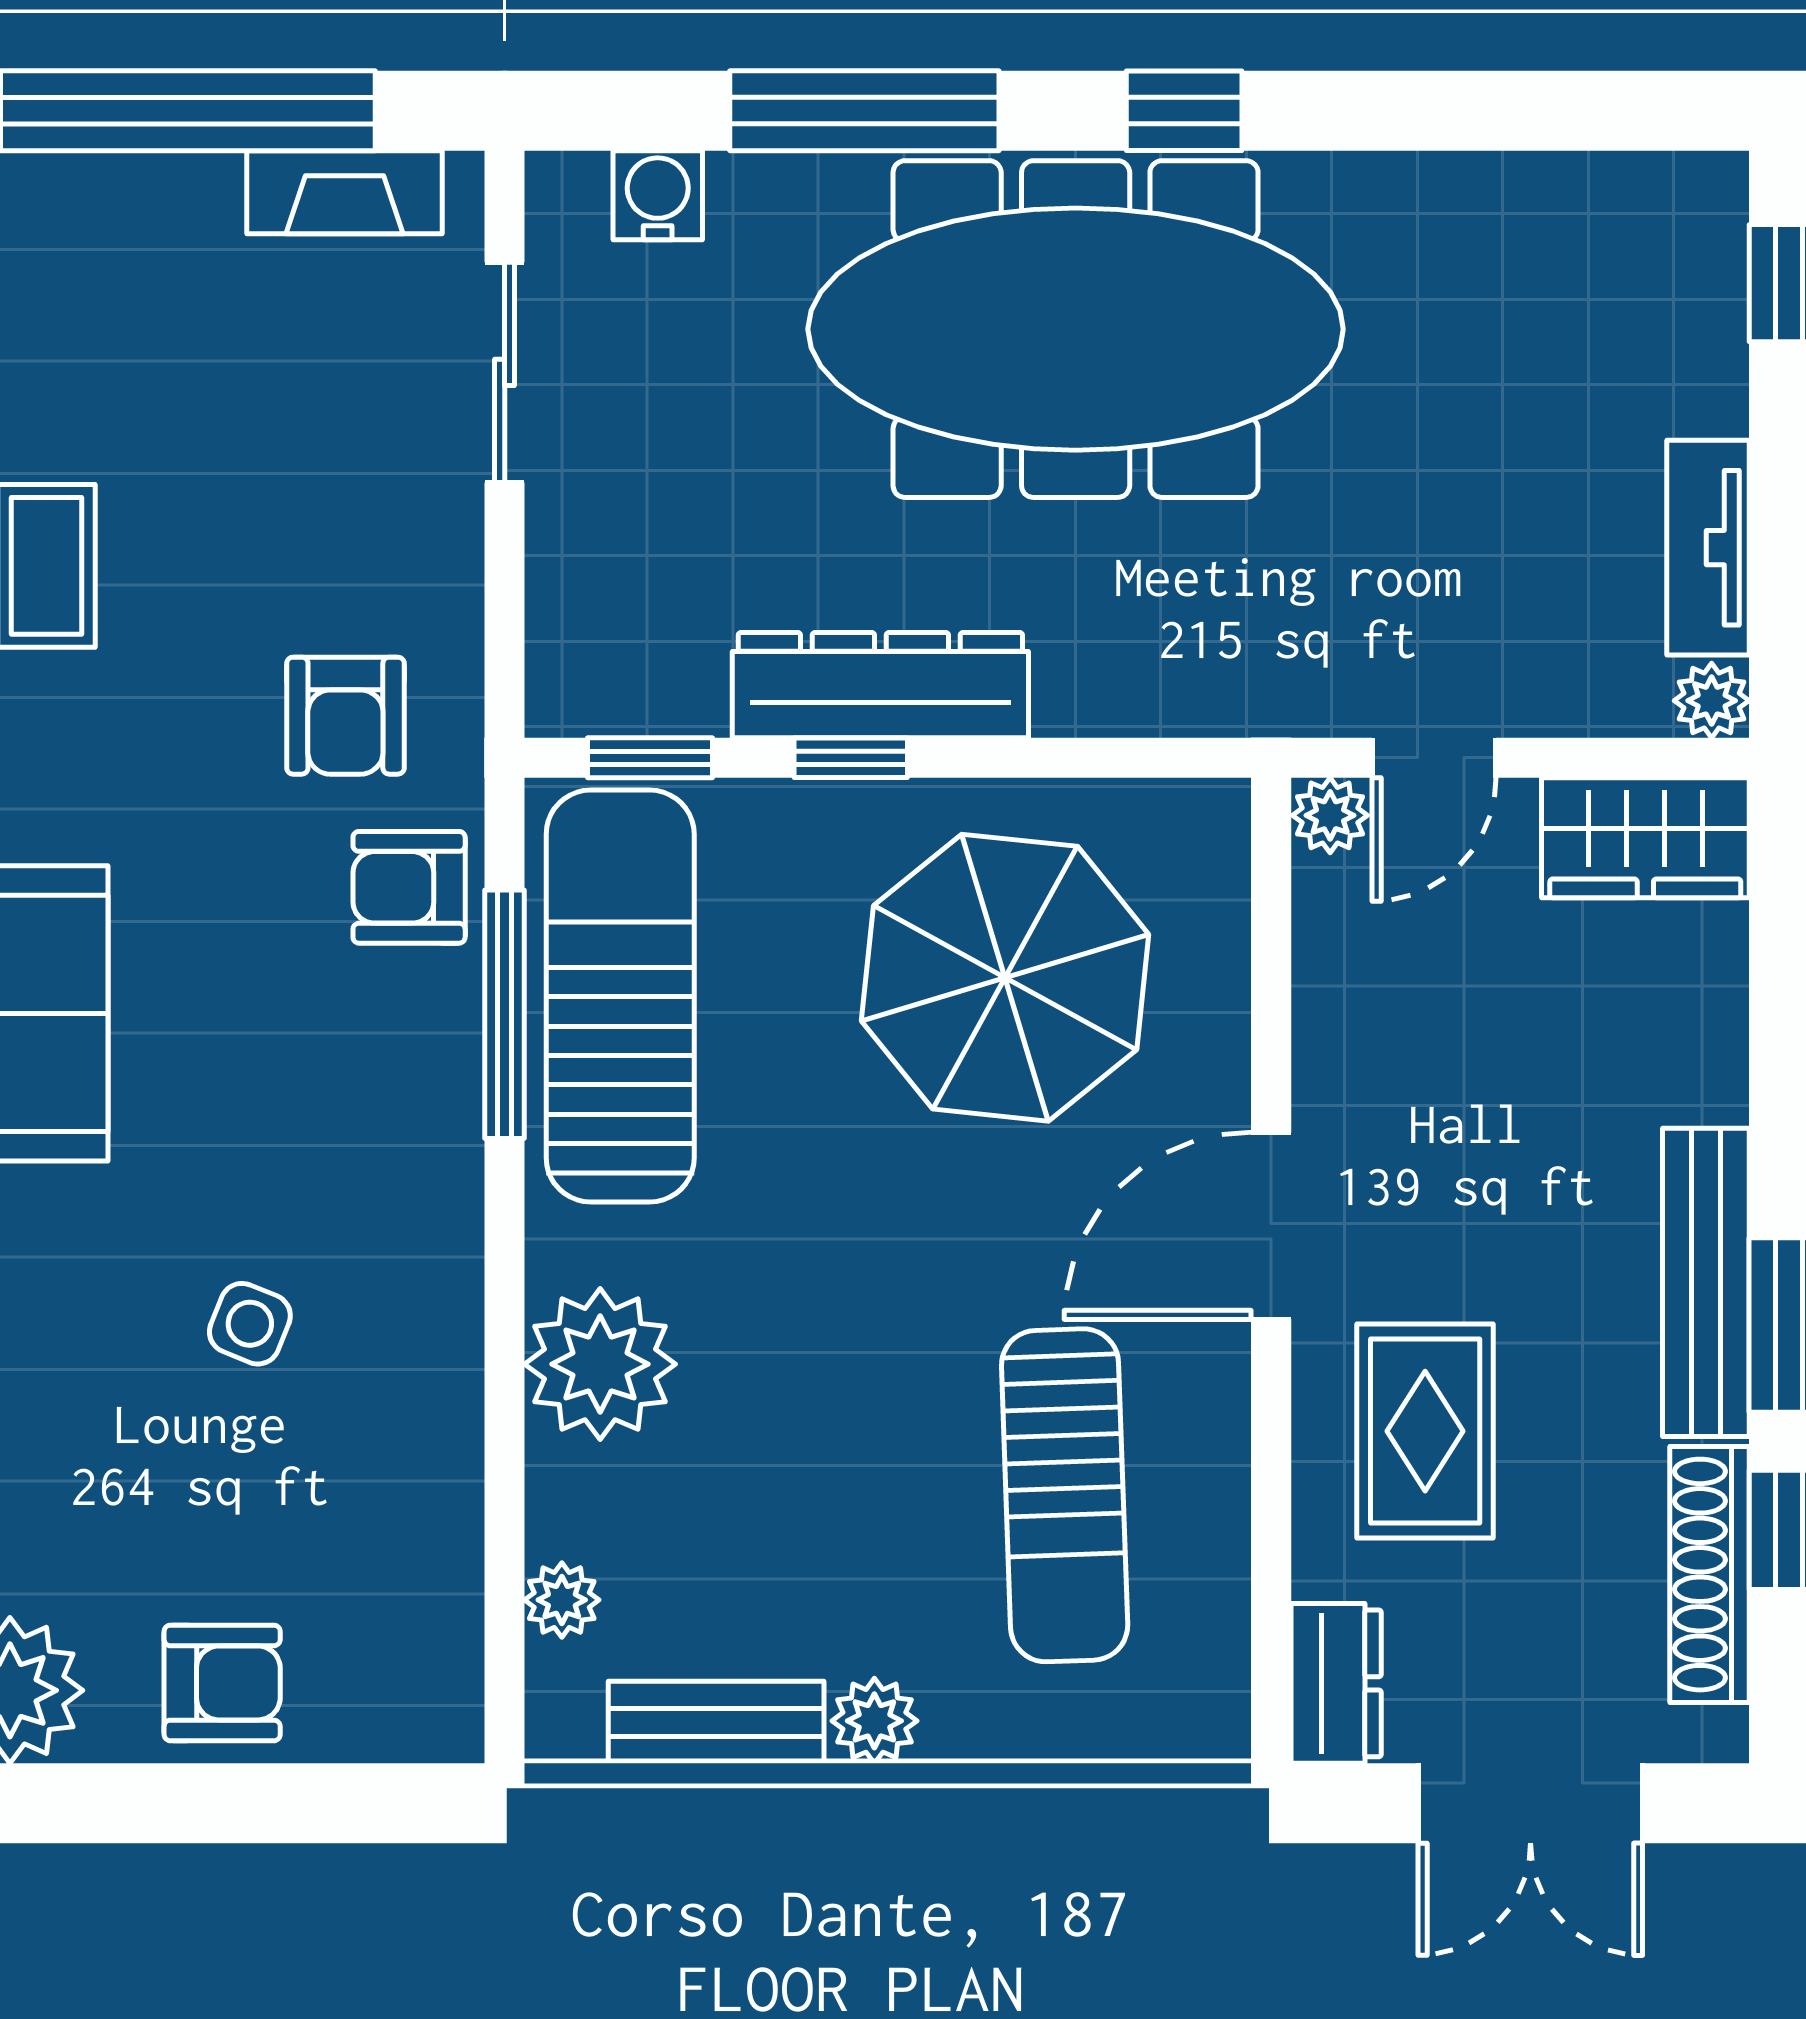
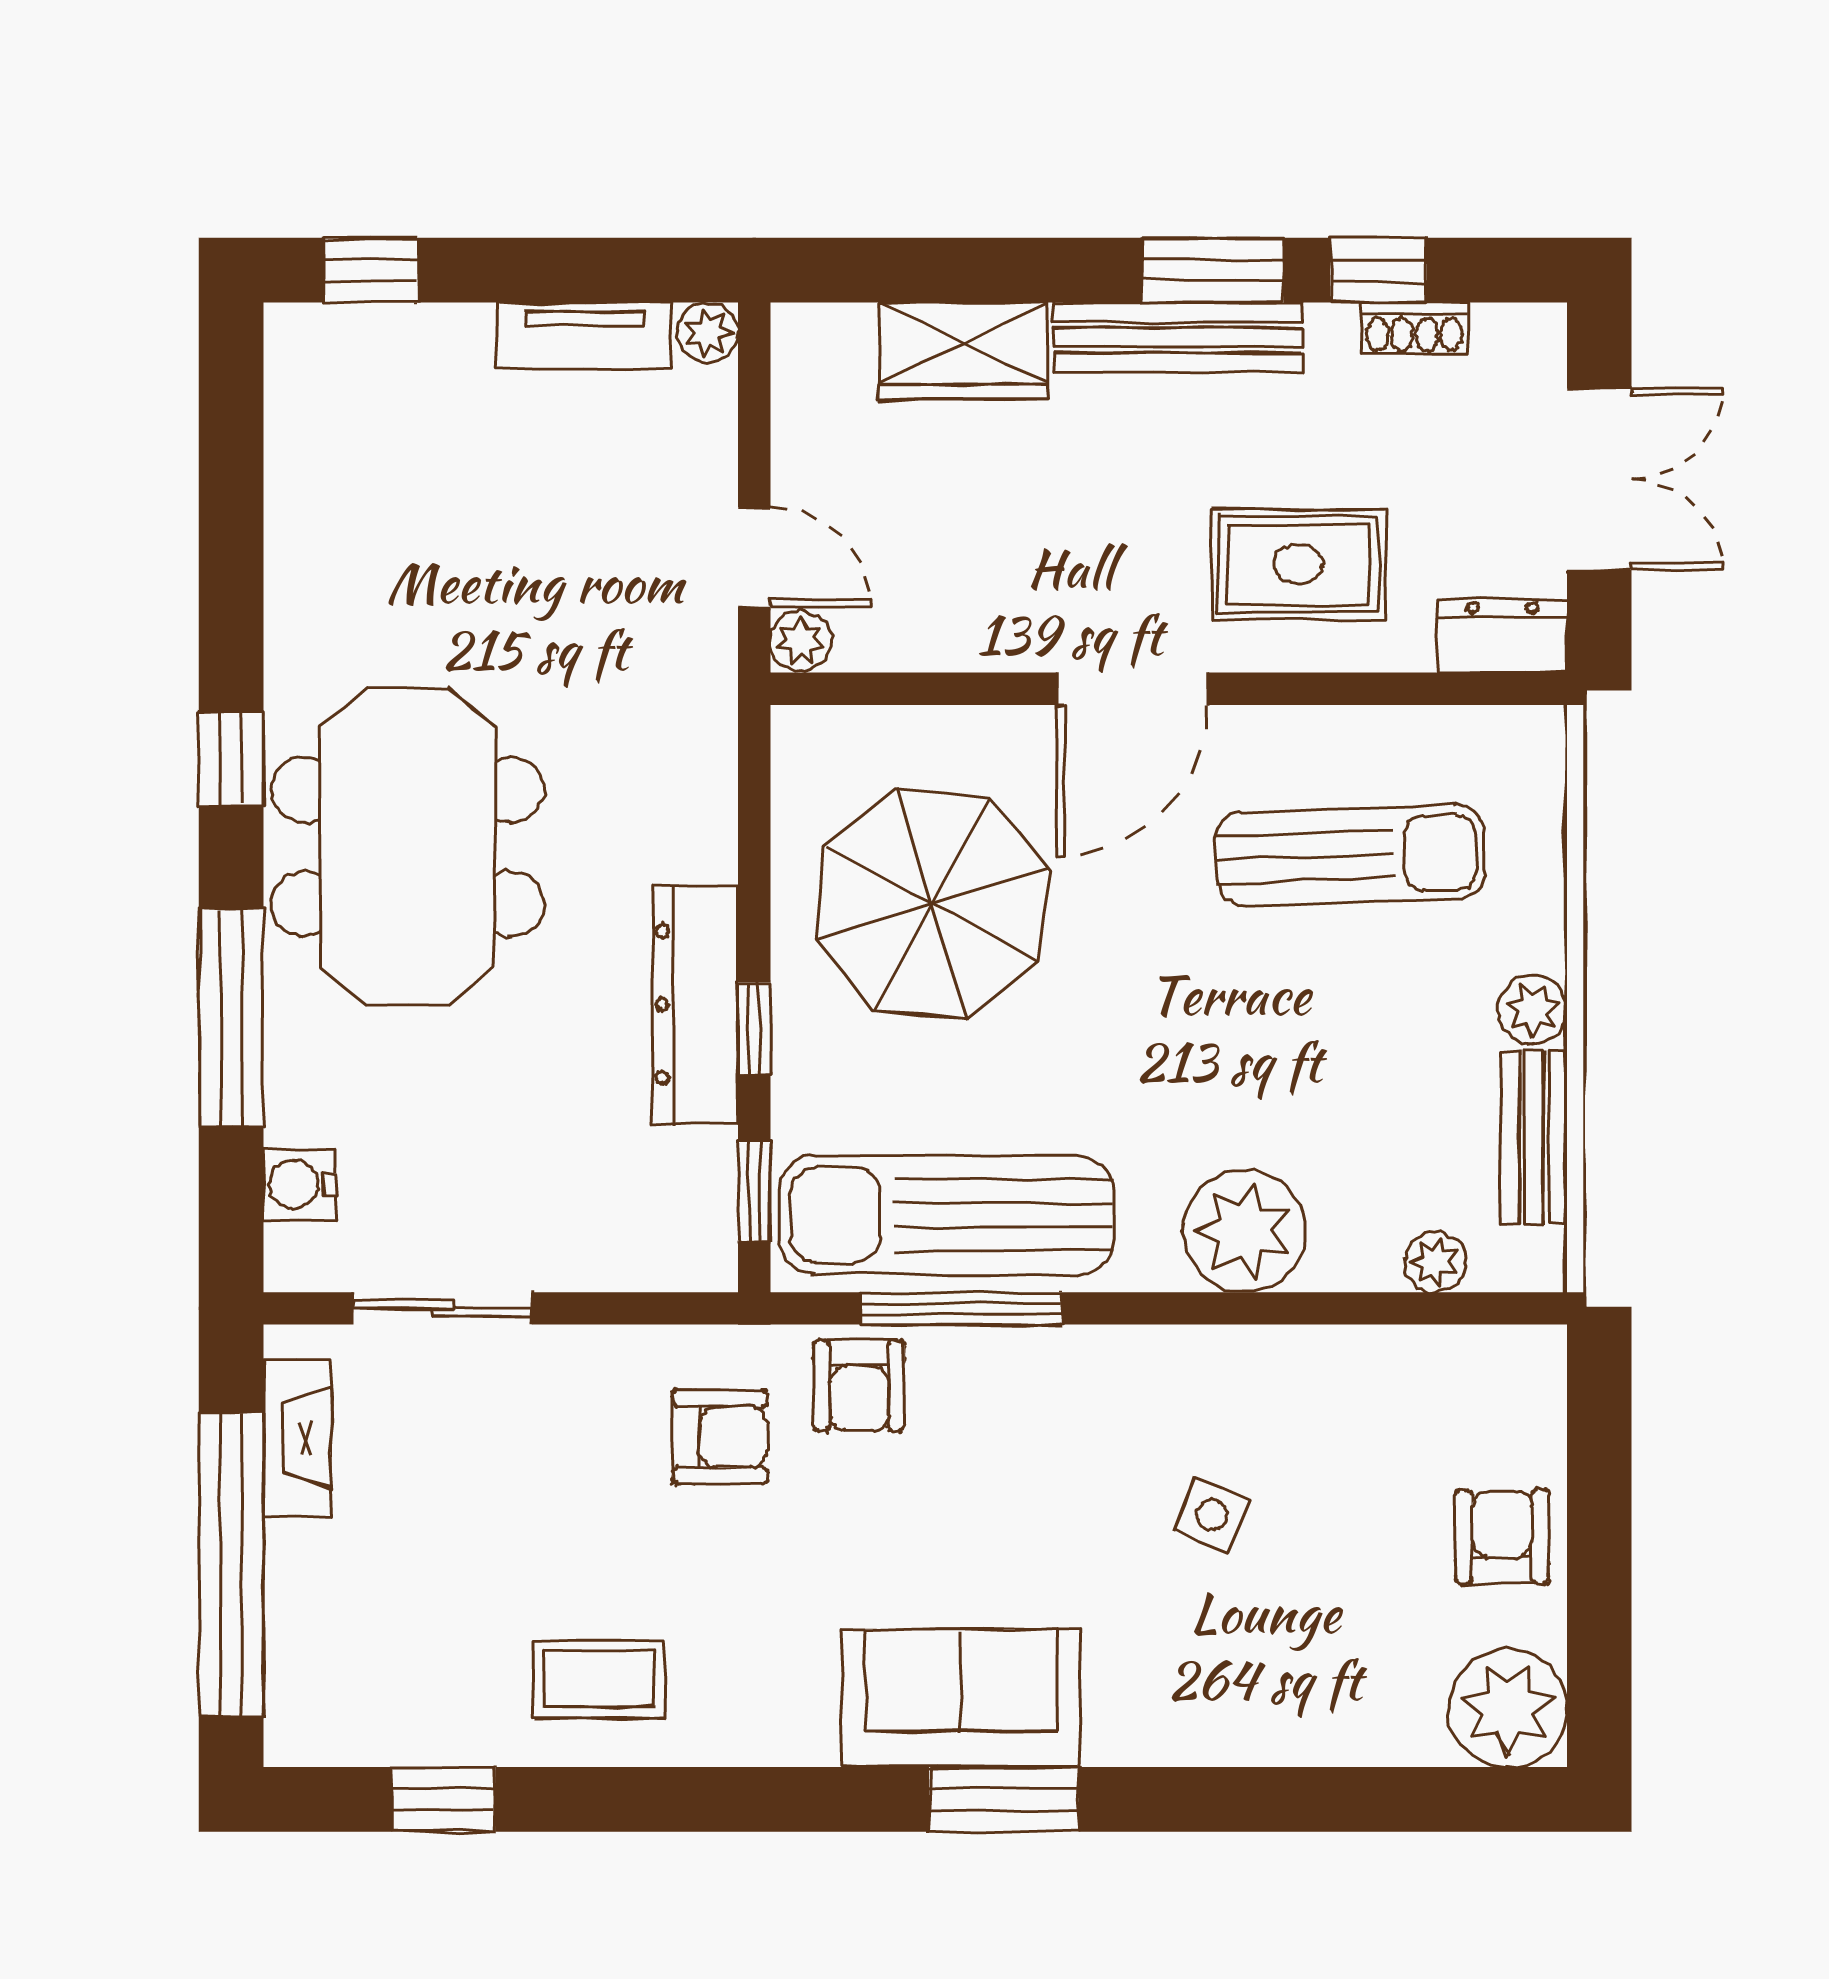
meeting table: (1076, 329) -> (408, 847), width x0.73
wardrobe: (1645, 838) -> (963, 351), moved, turned 90
door: (1271, 1226) -> (1133, 689), hinge flipped
shoe rack: (1709, 1575) -> (1414, 328), width x0.51, depth x0.81

